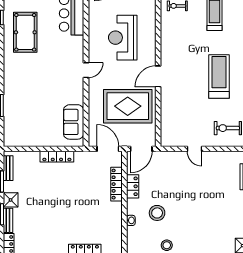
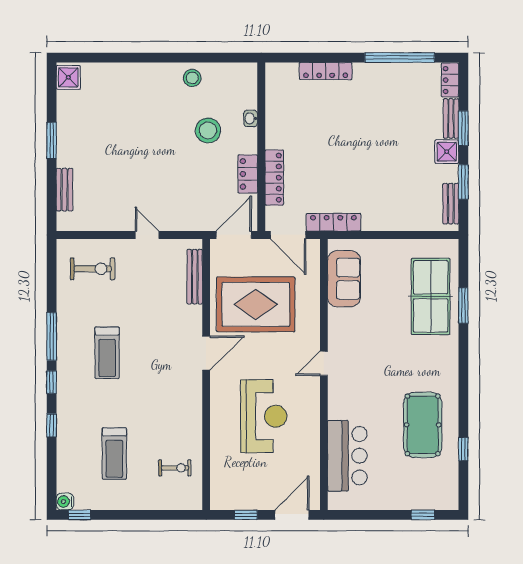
treadmill: (219, 77) -> (107, 353), width x0.73, depth x0.73
table tennis table: (20, 111) -> (431, 296), added
bench: (165, 123) -> (195, 277), added
locker: (57, 157) -> (333, 222), moved

